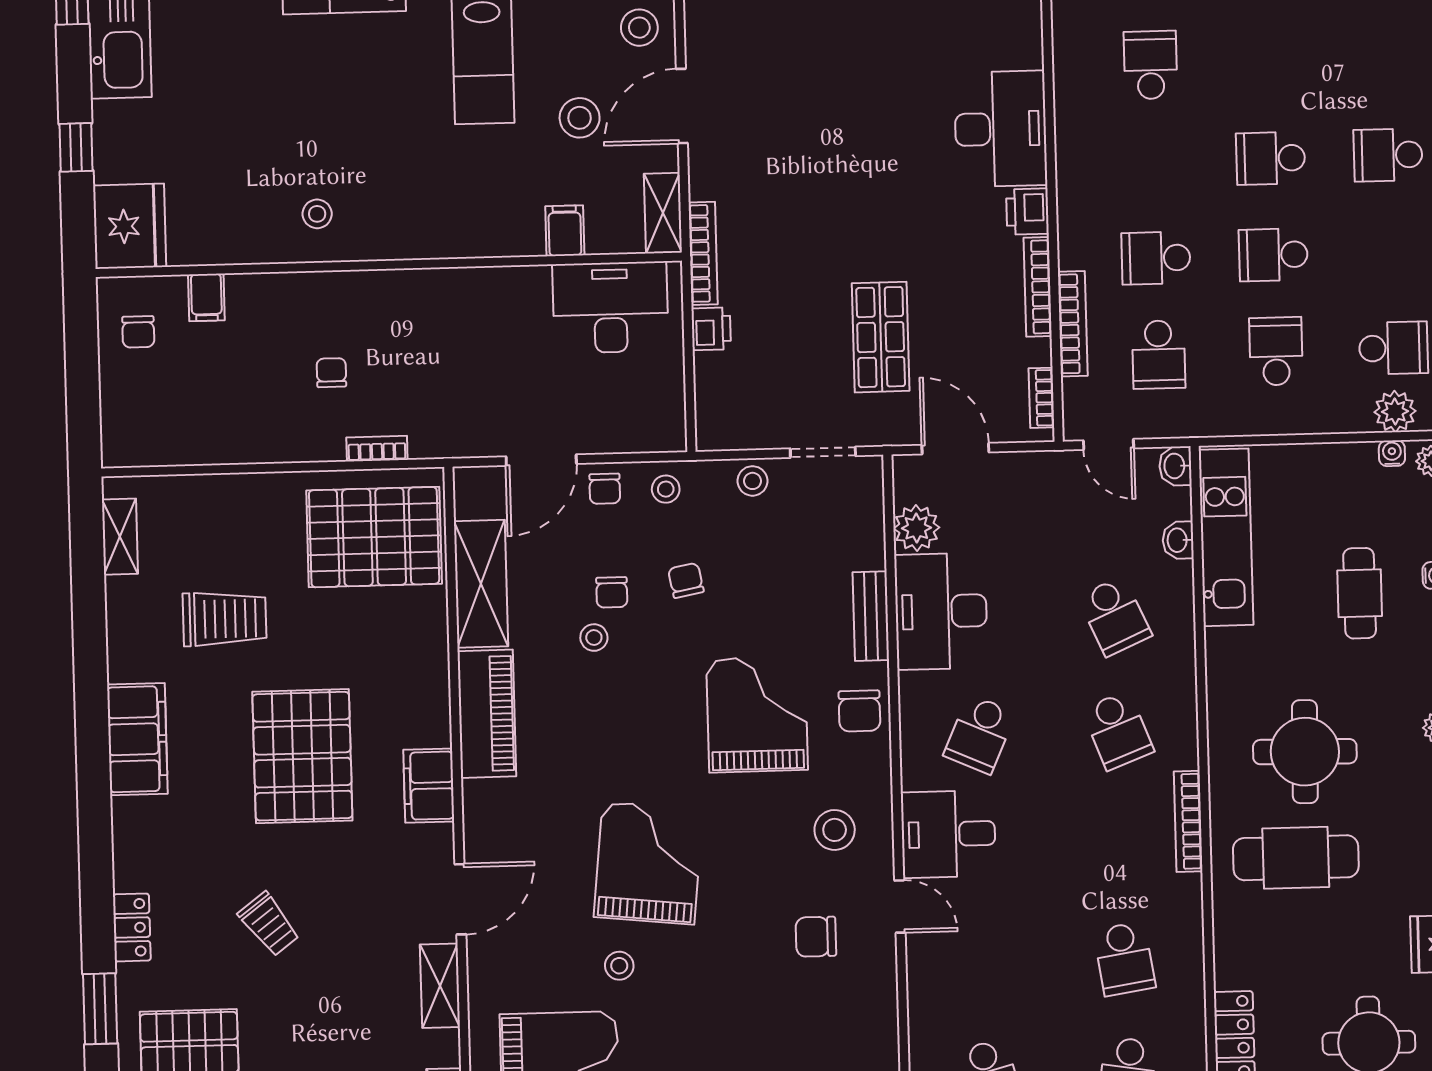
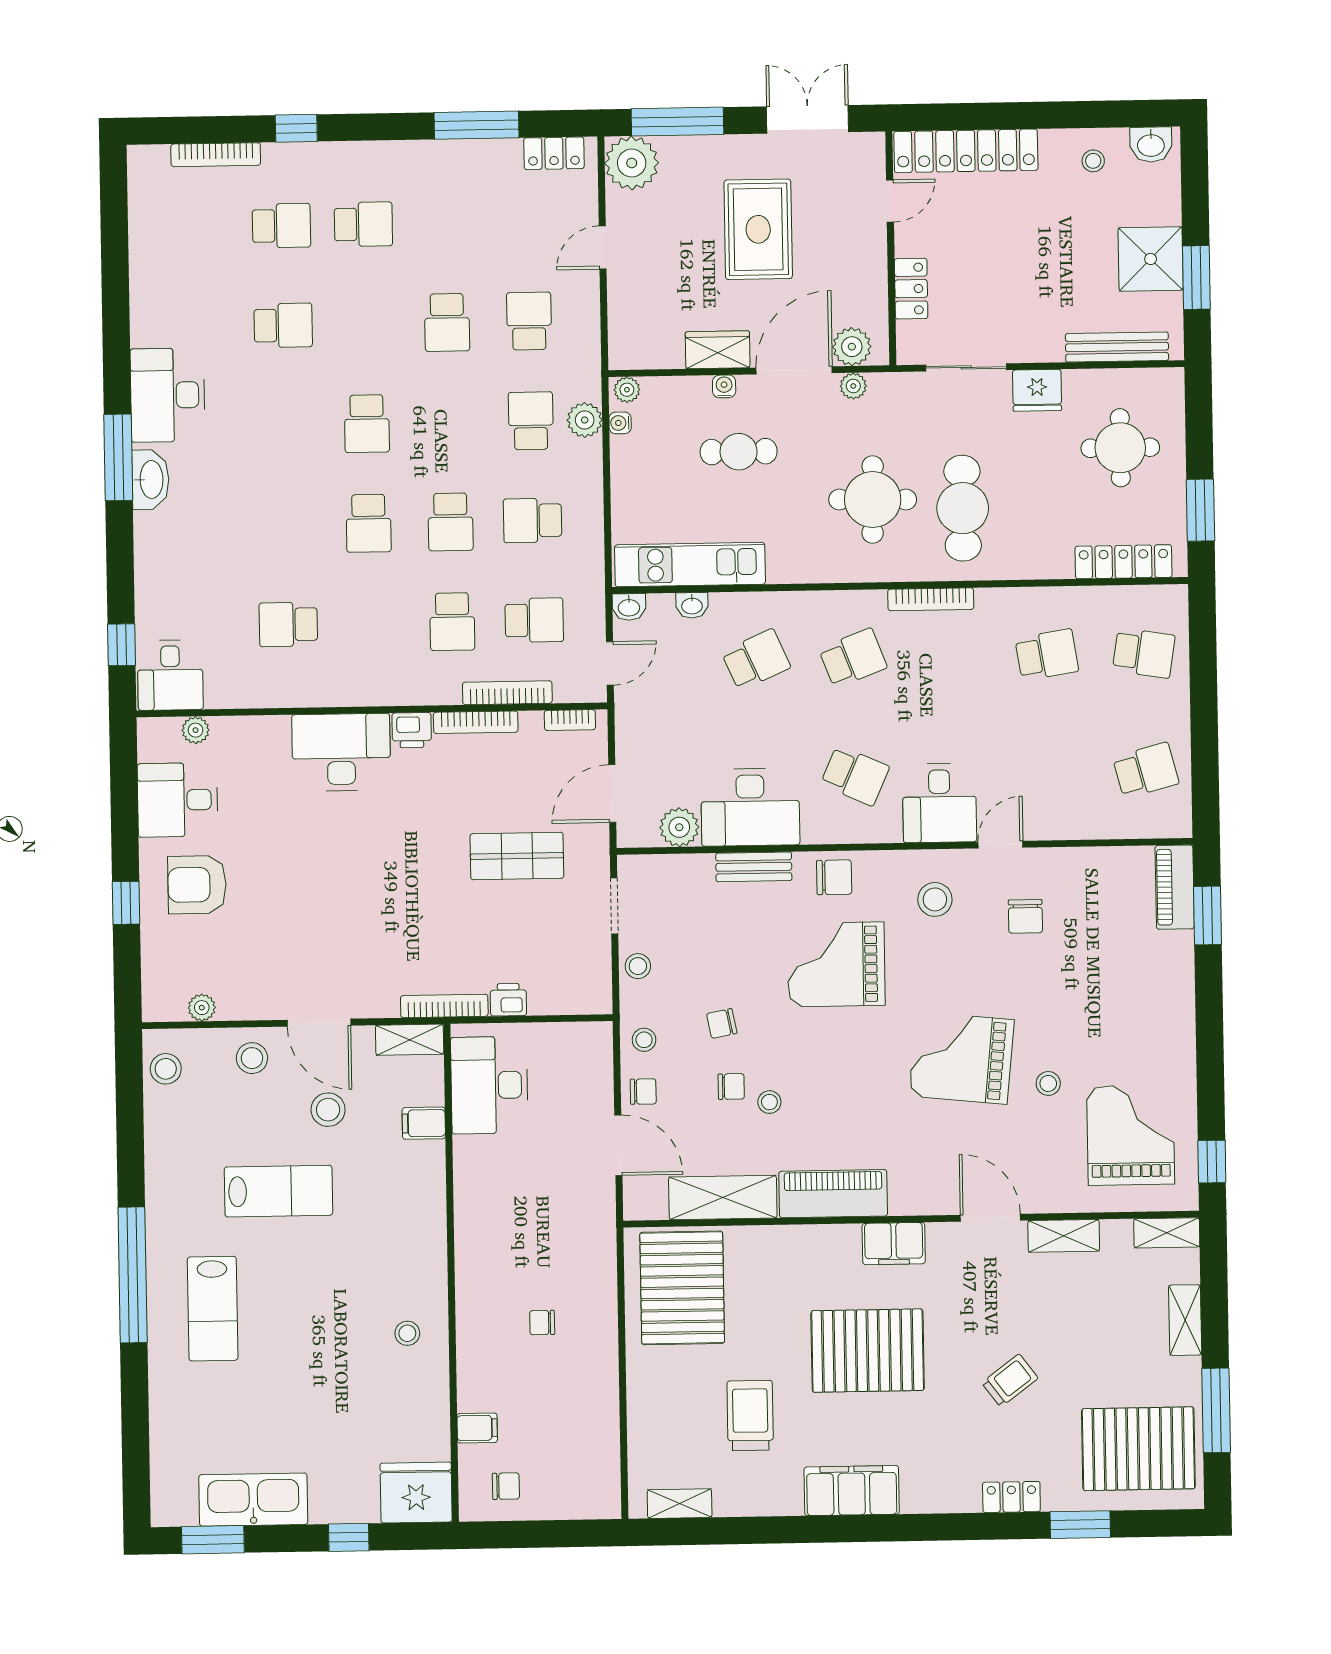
bookcase: (377, 449) -> (607, 1285), removed

